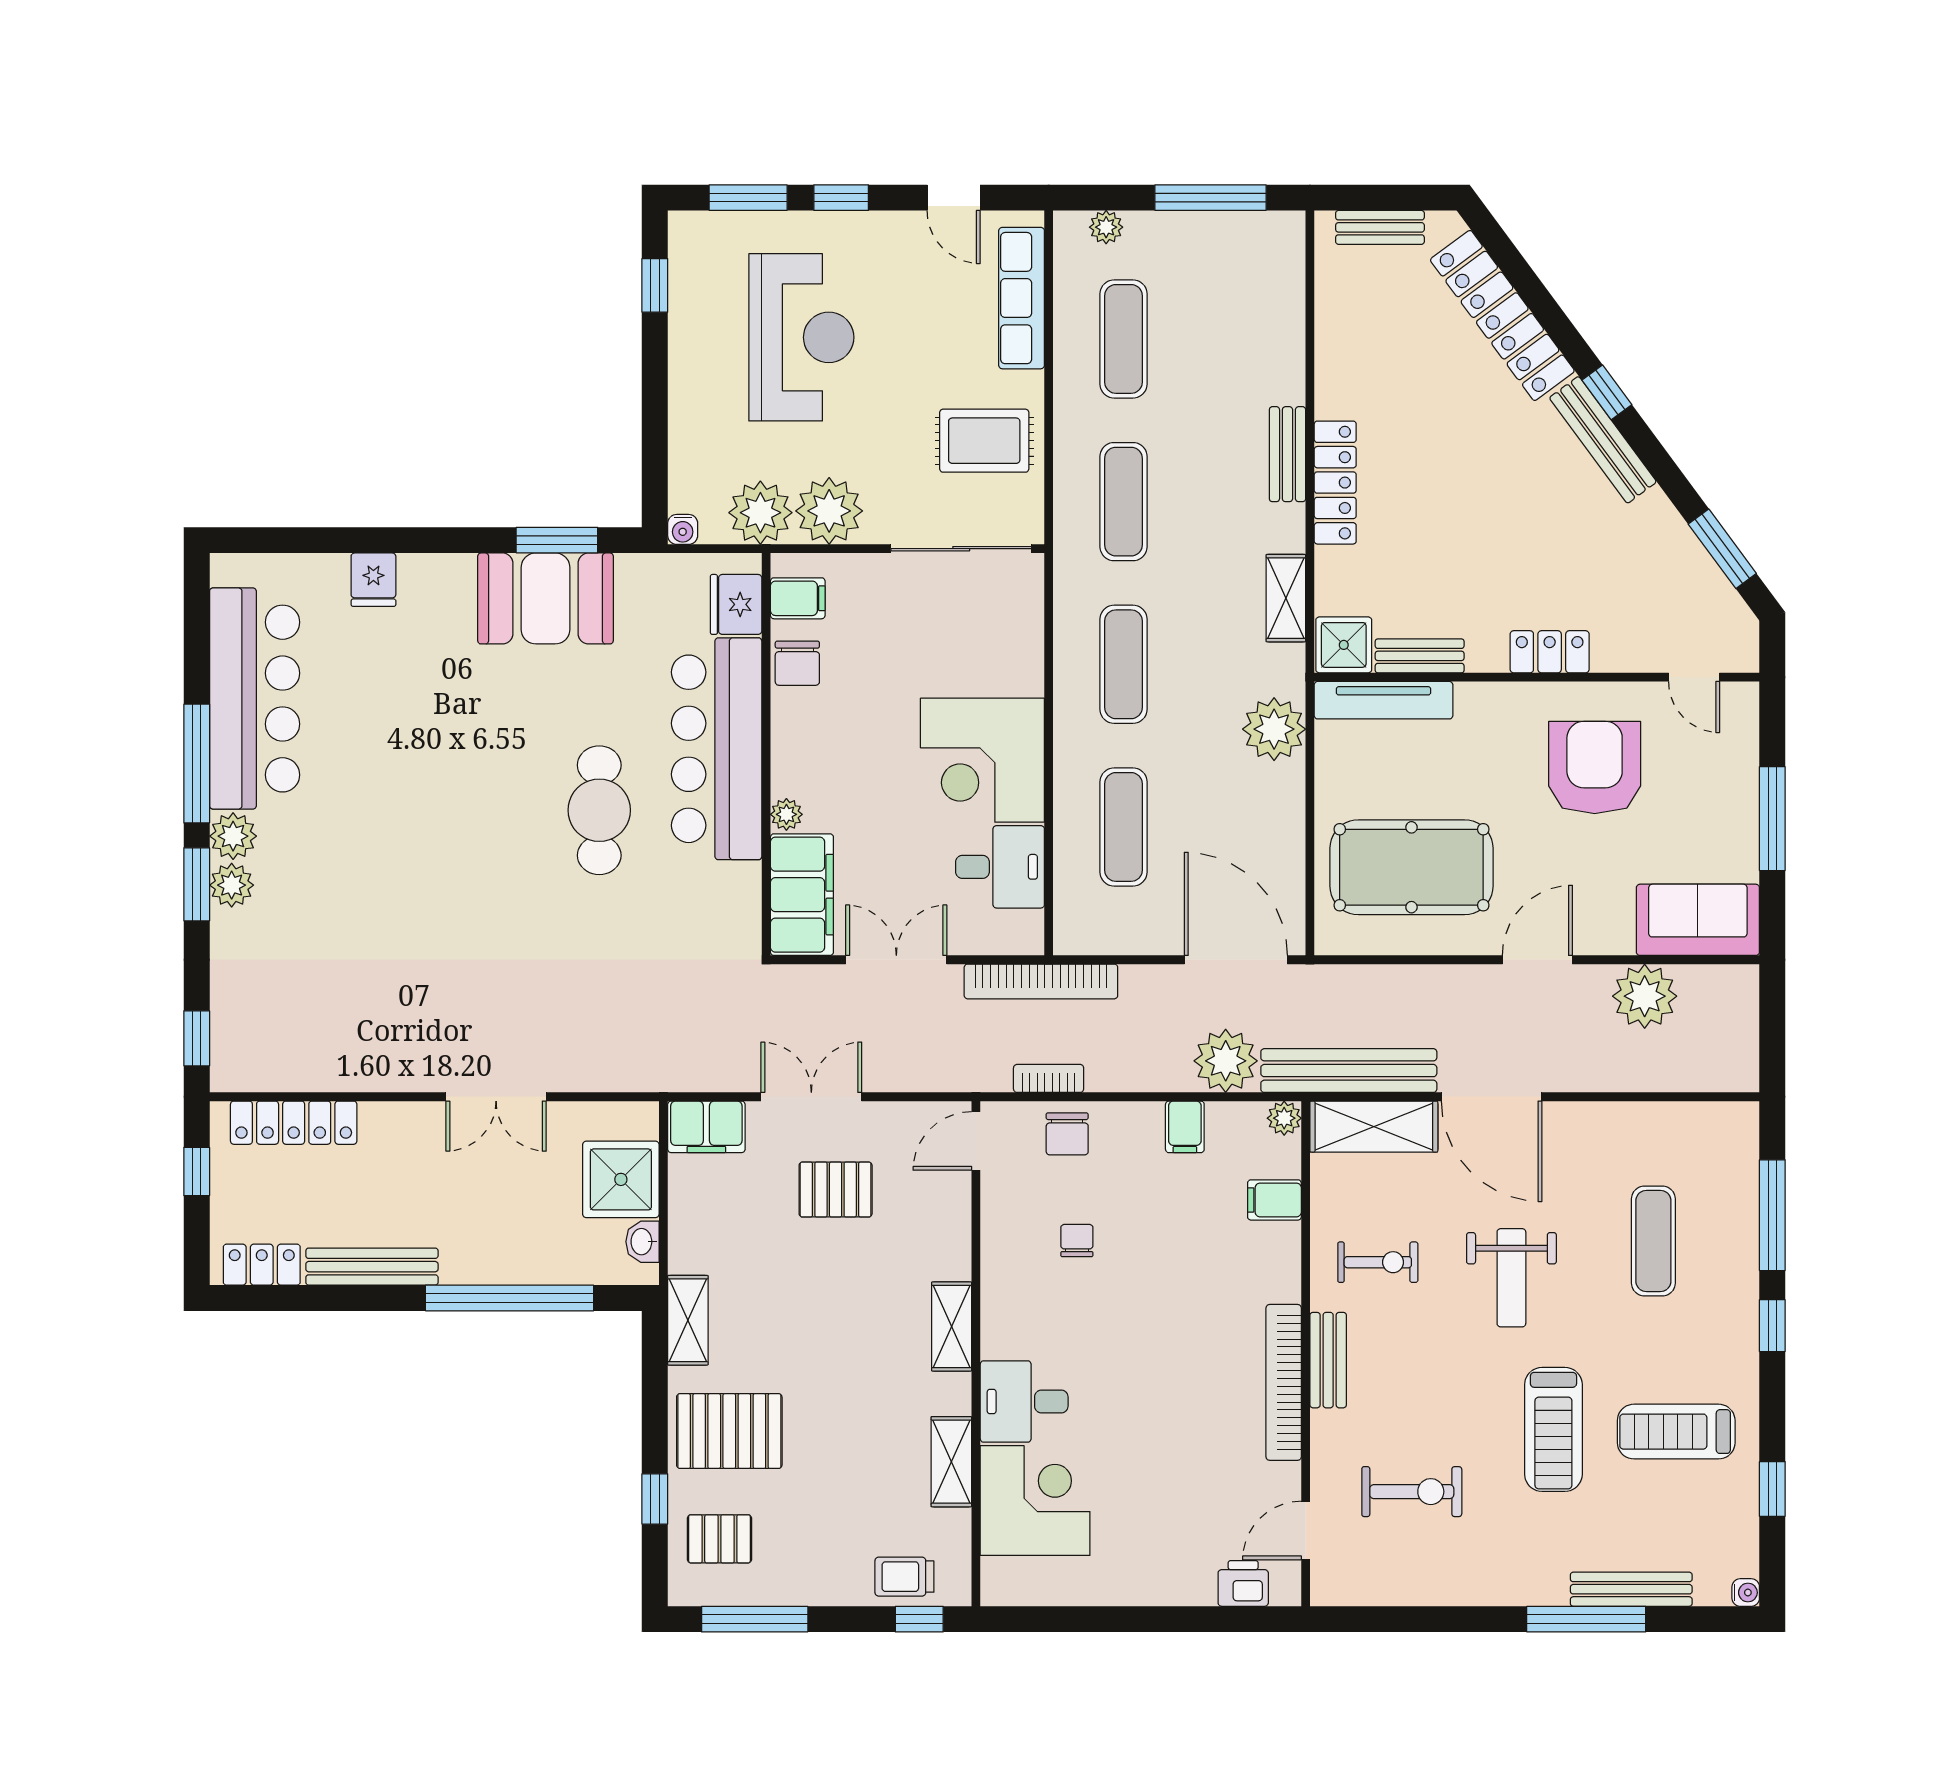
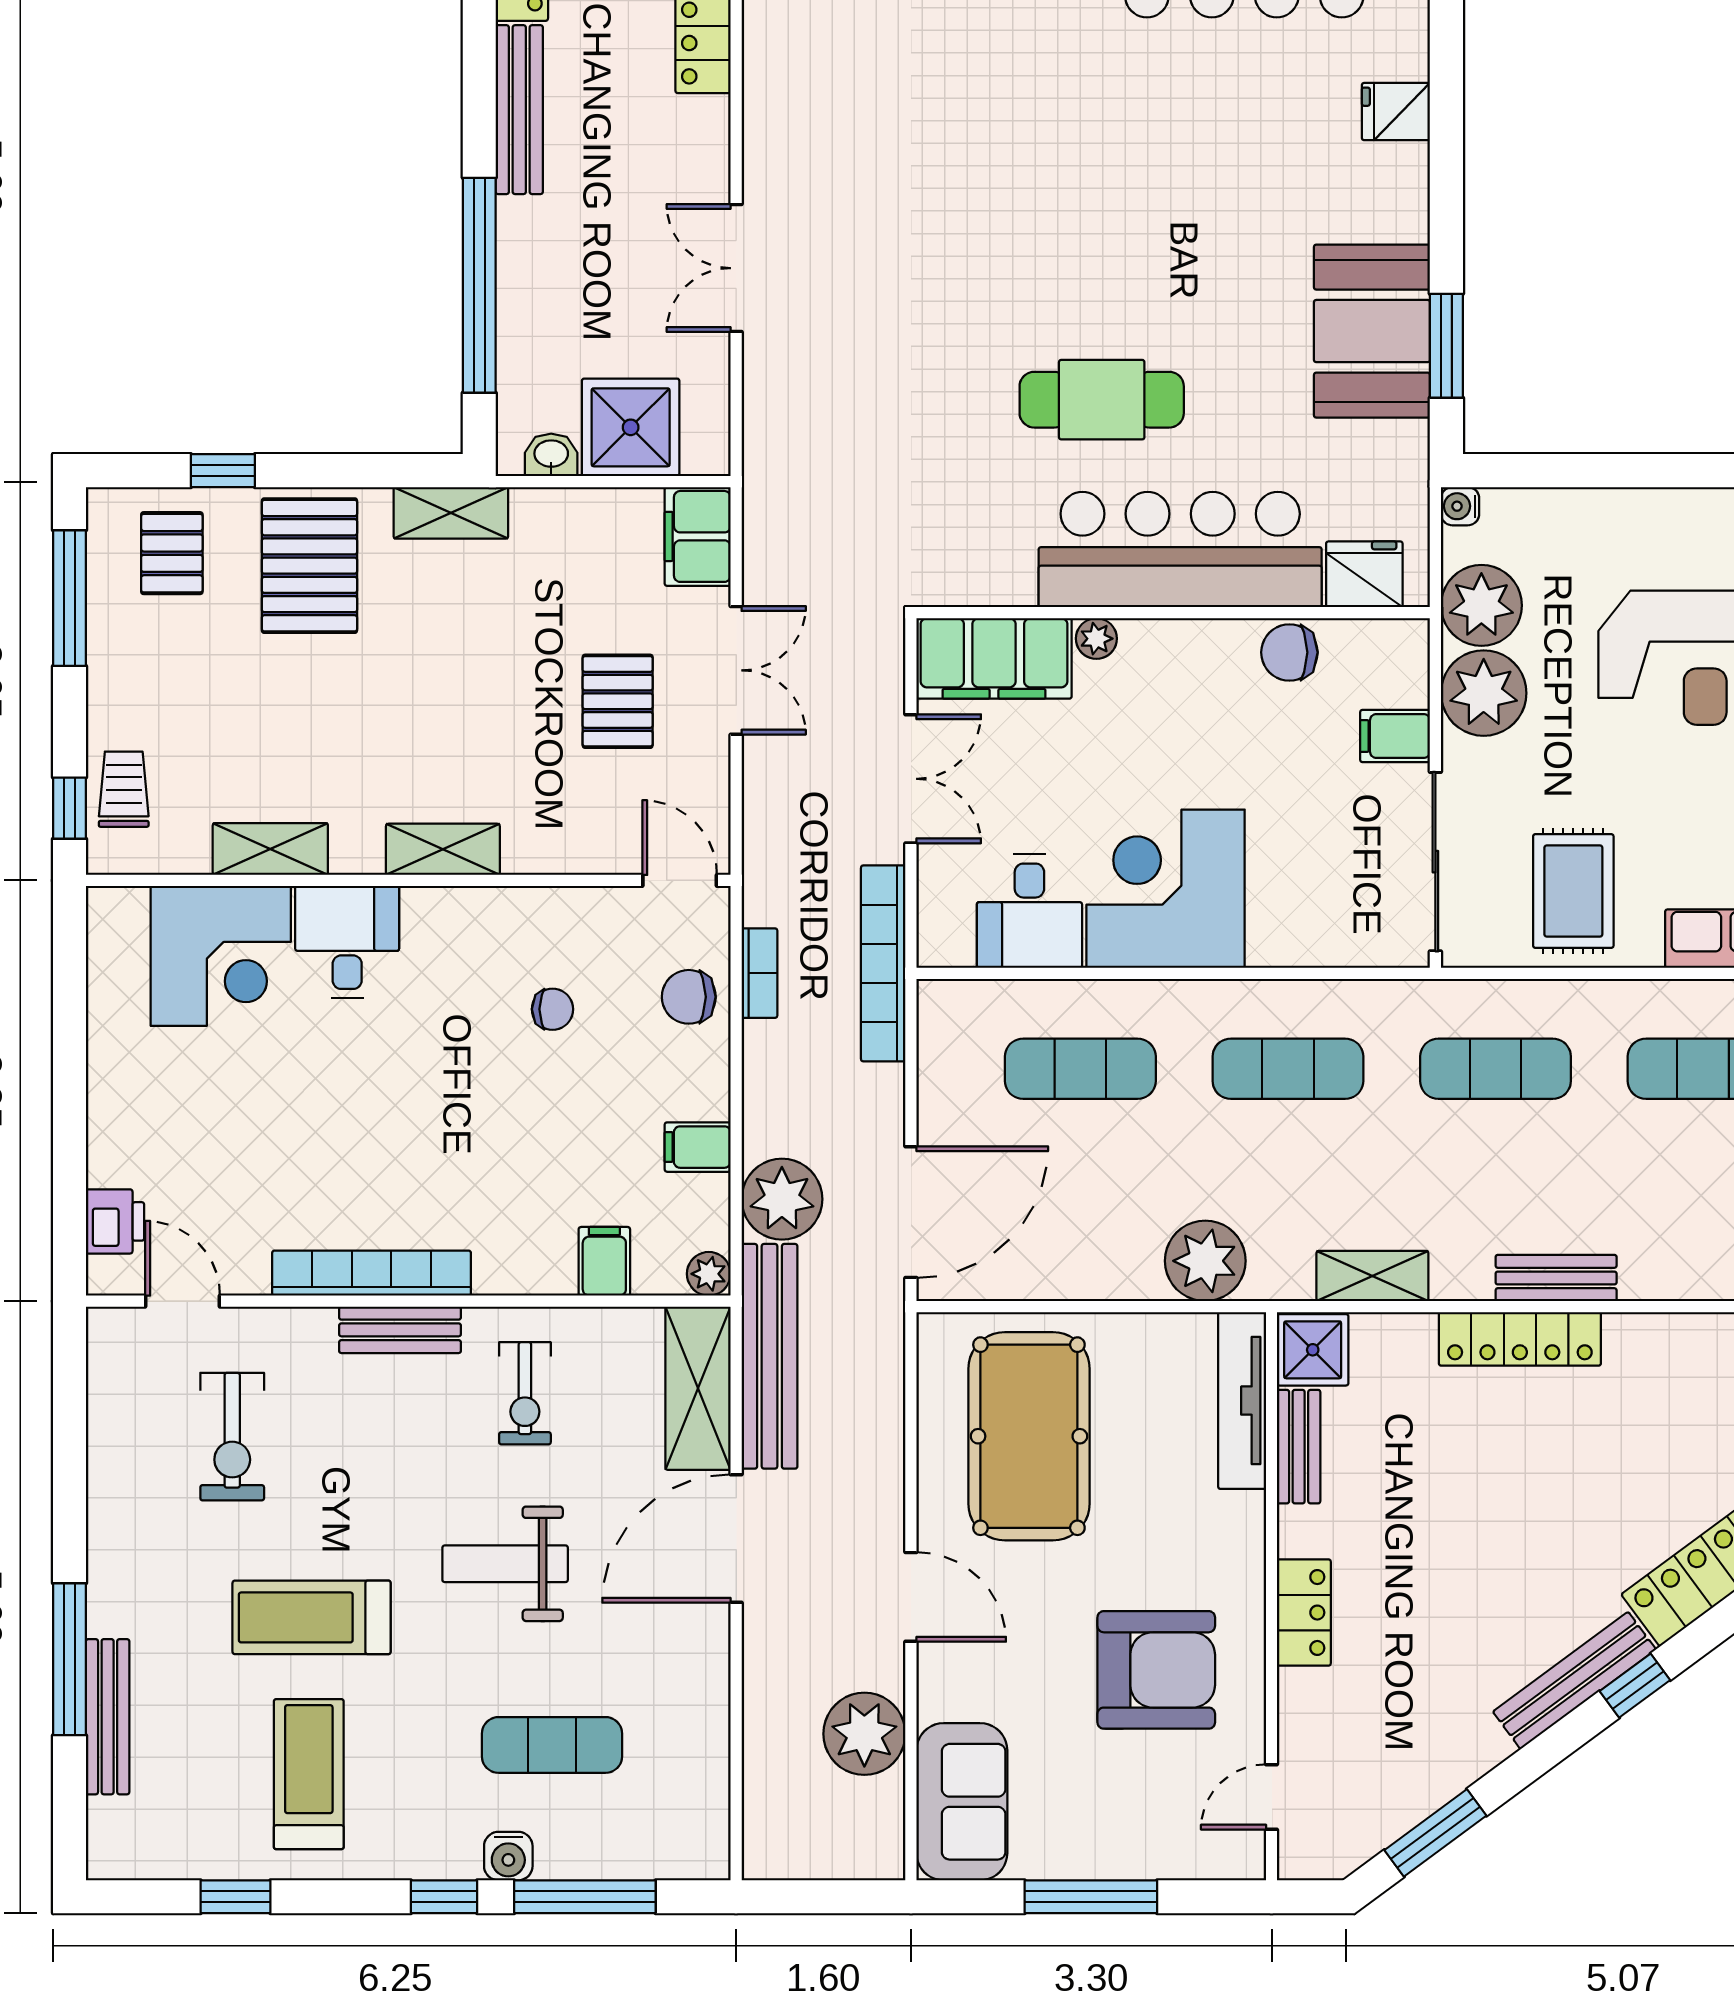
filing cabinet: (798, 598) -> (1395, 736), moved, turned 90
water cooler: (1746, 1593) -> (508, 1856), moved, width x1.38, depth x1.38

